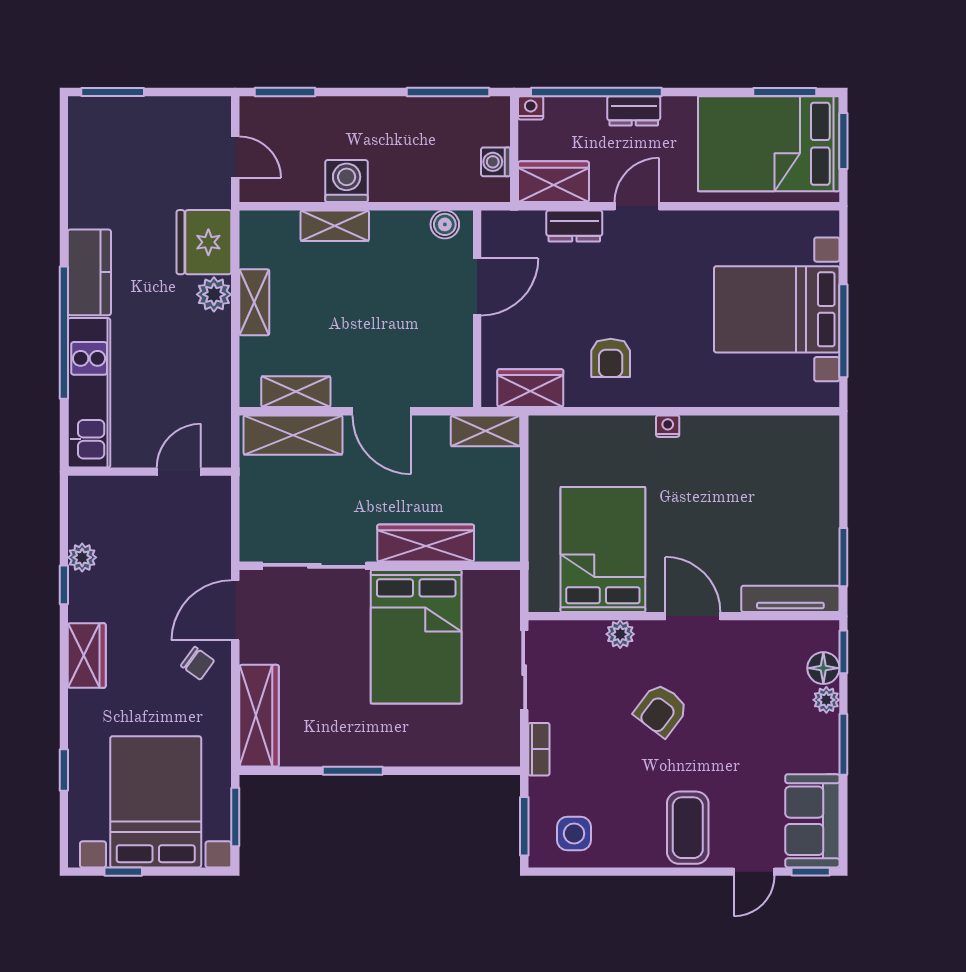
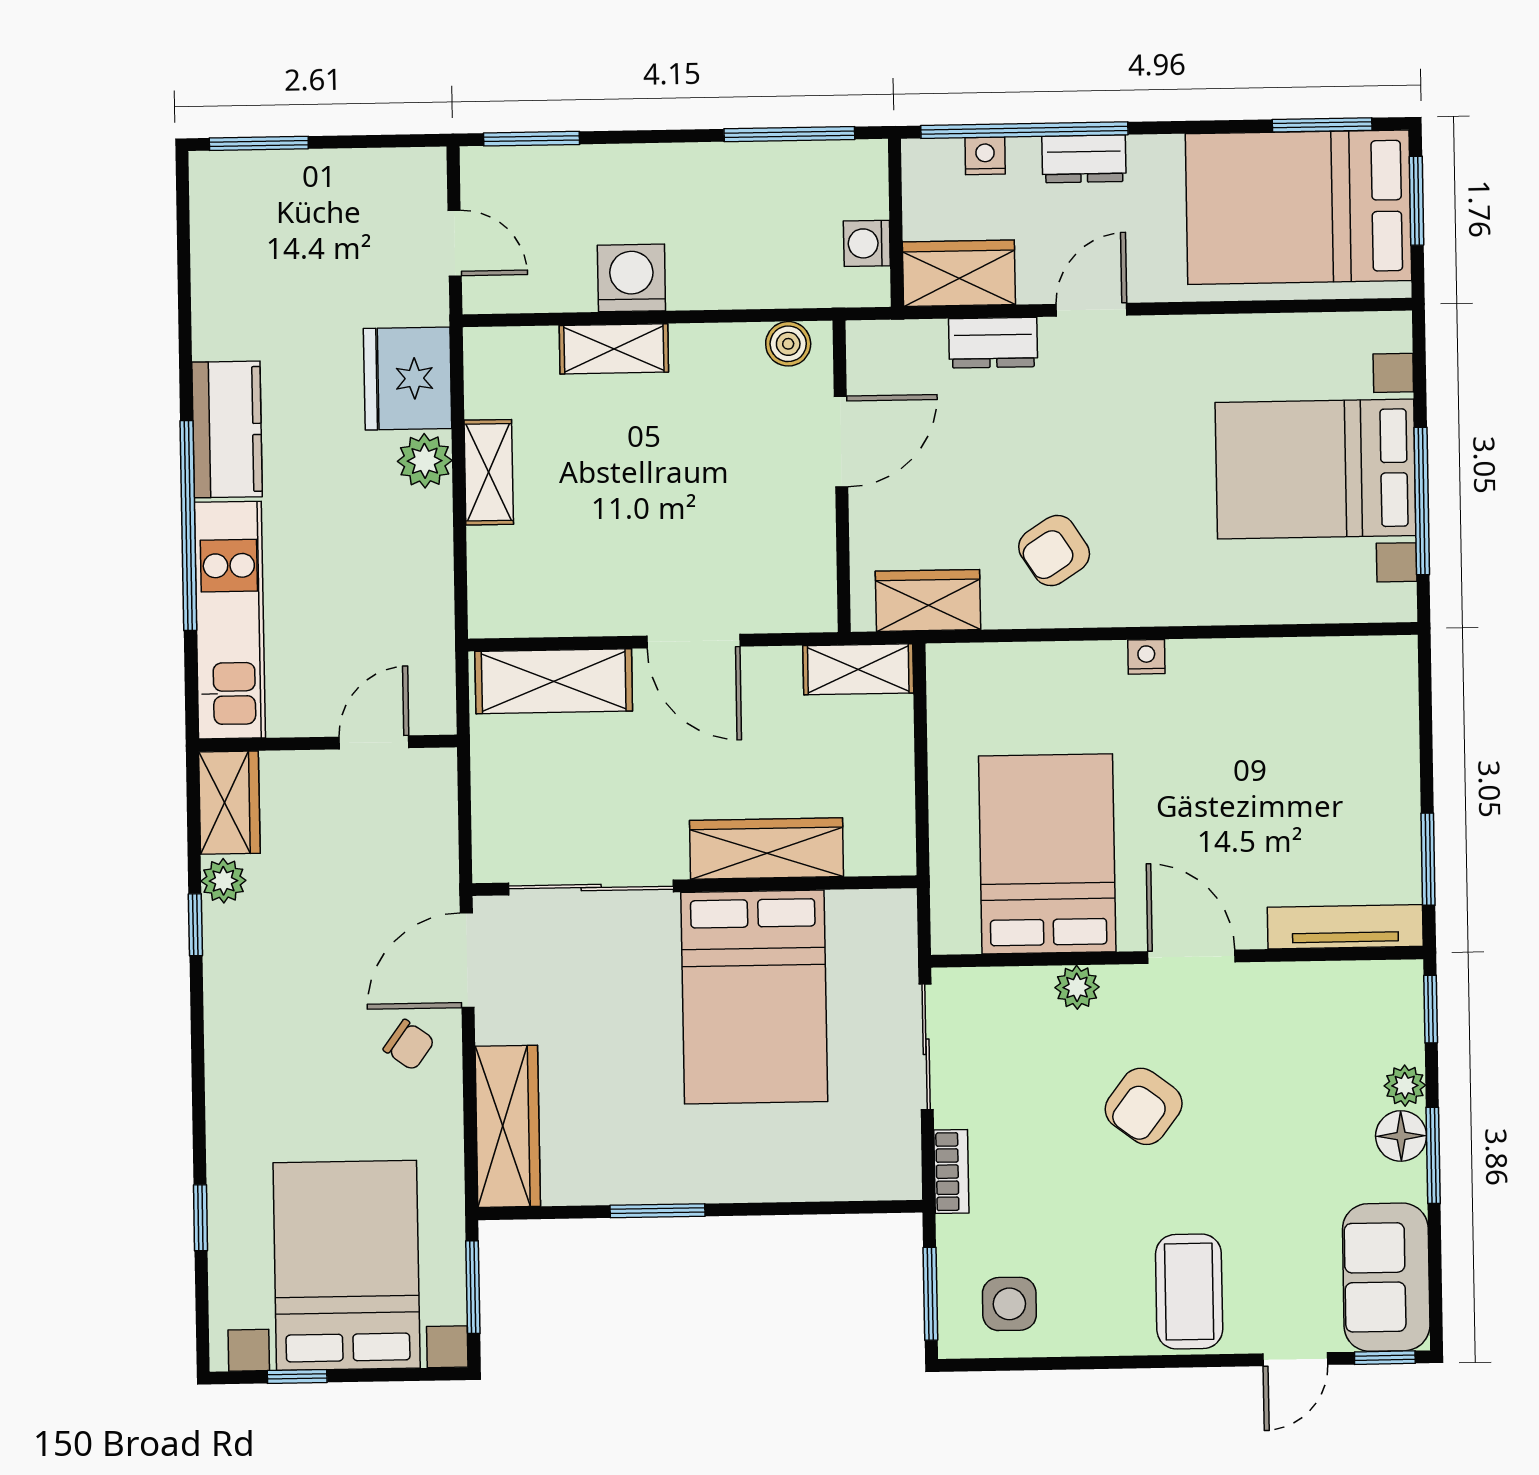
nightstand: (531, 108) -> (985, 156), moved
armchair: (611, 358) -> (1054, 551), turned 57
shelving: (296, 392) -> (557, 613), removed
wardrobe: (87, 655) -> (229, 803), moved
floor lamp: (823, 668) -> (1401, 1136), moved

